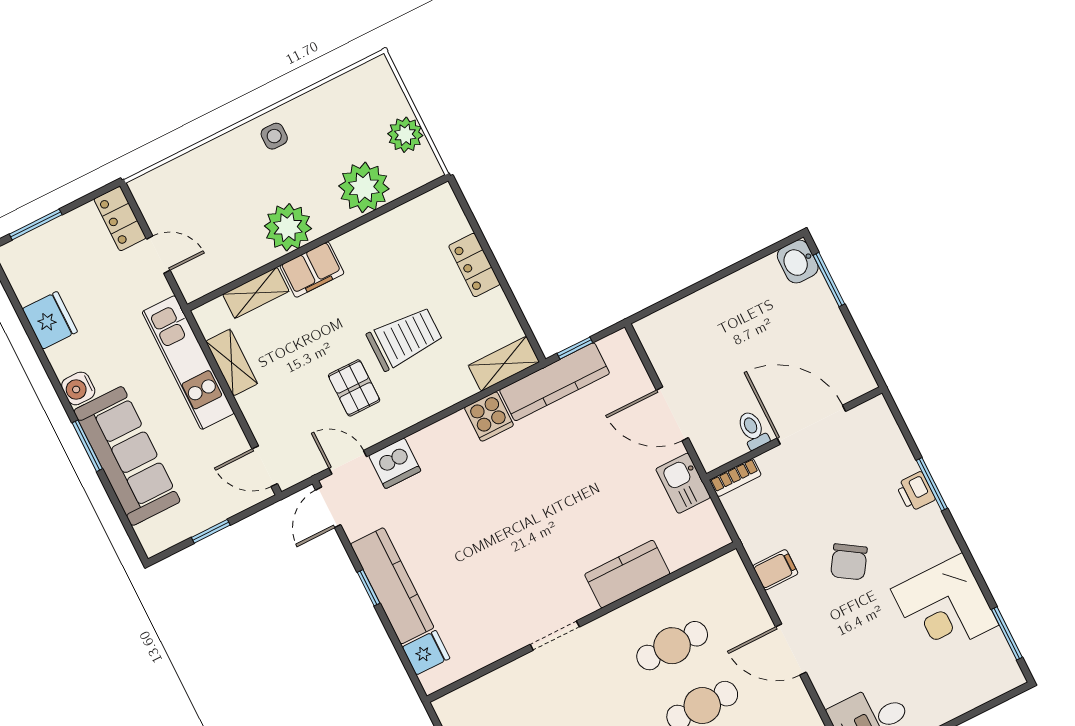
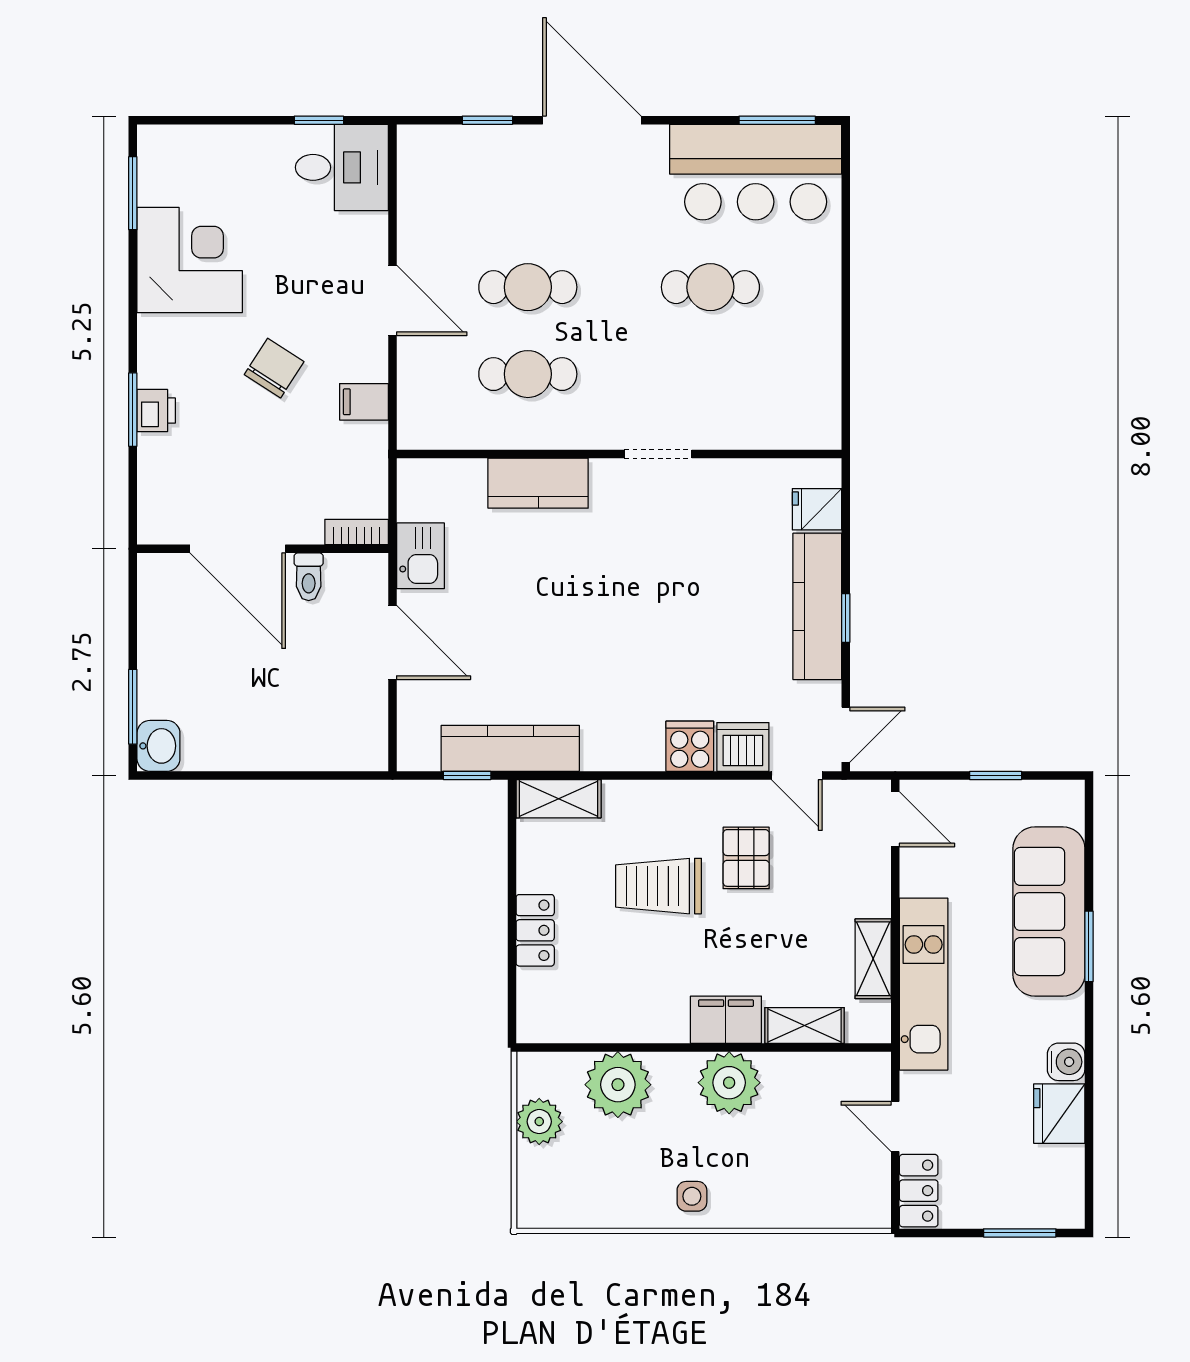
water cooler: (78, 388) -> (1066, 1062), moved
cooker: (489, 416) -> (690, 746), moved

